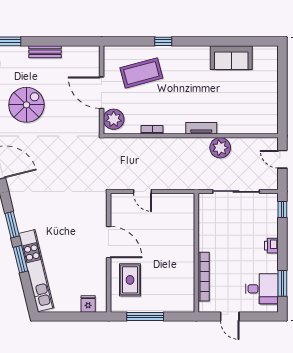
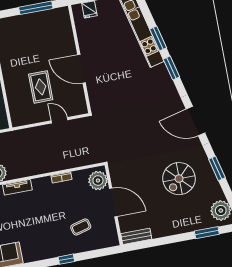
bench: (45, 52) -> (136, 236), moved
coffee table: (141, 73) -> (81, 227), width x0.54, depth x0.58
rug: (130, 280) -> (41, 87), moved

